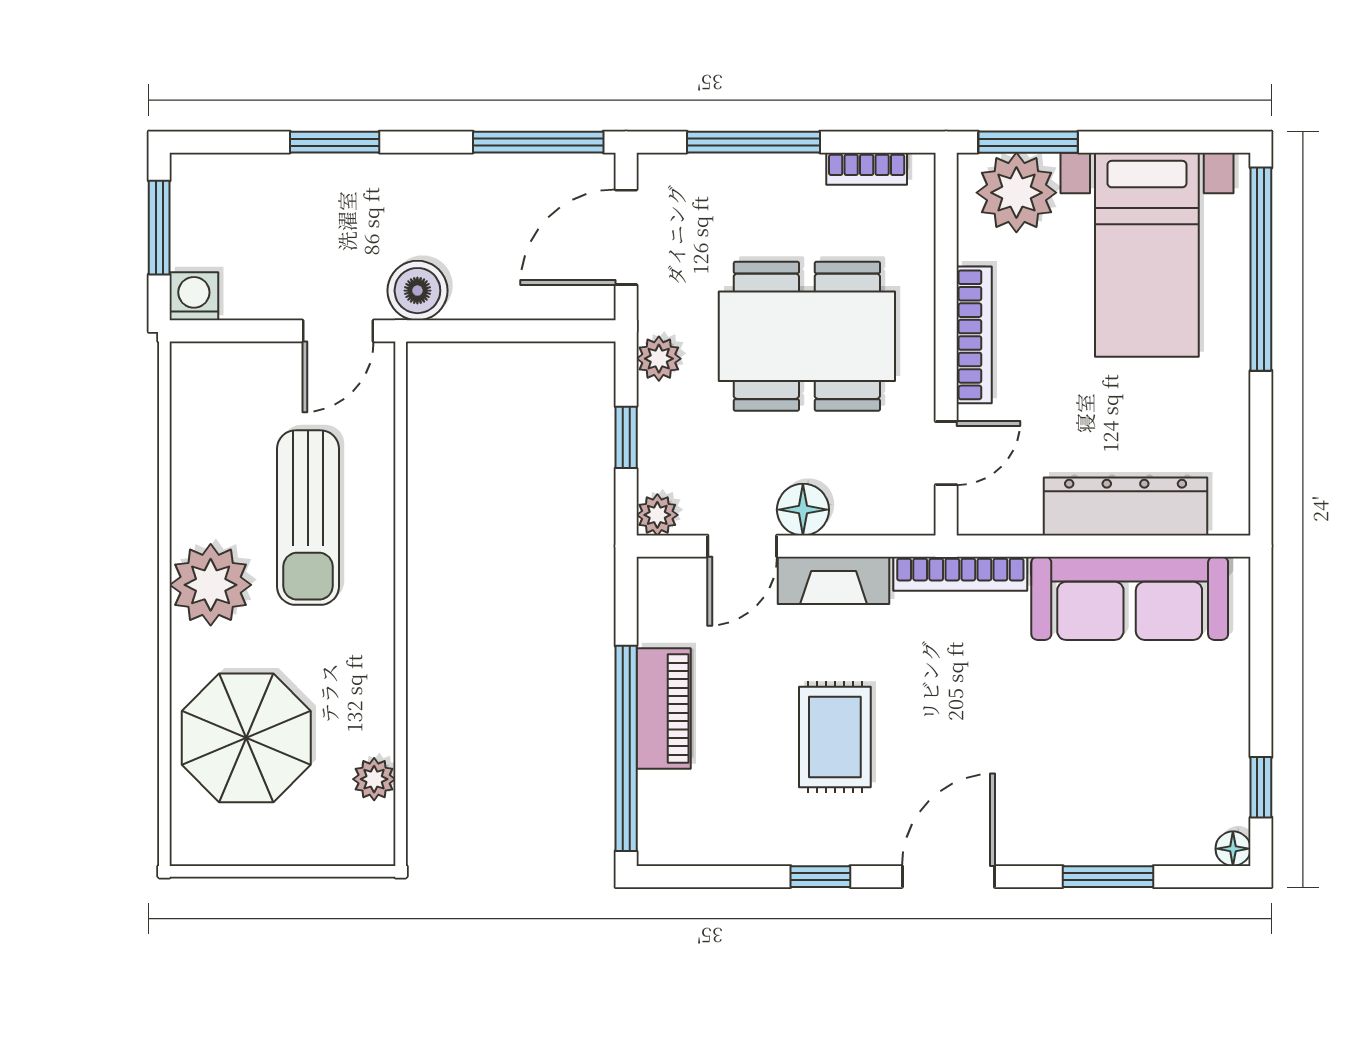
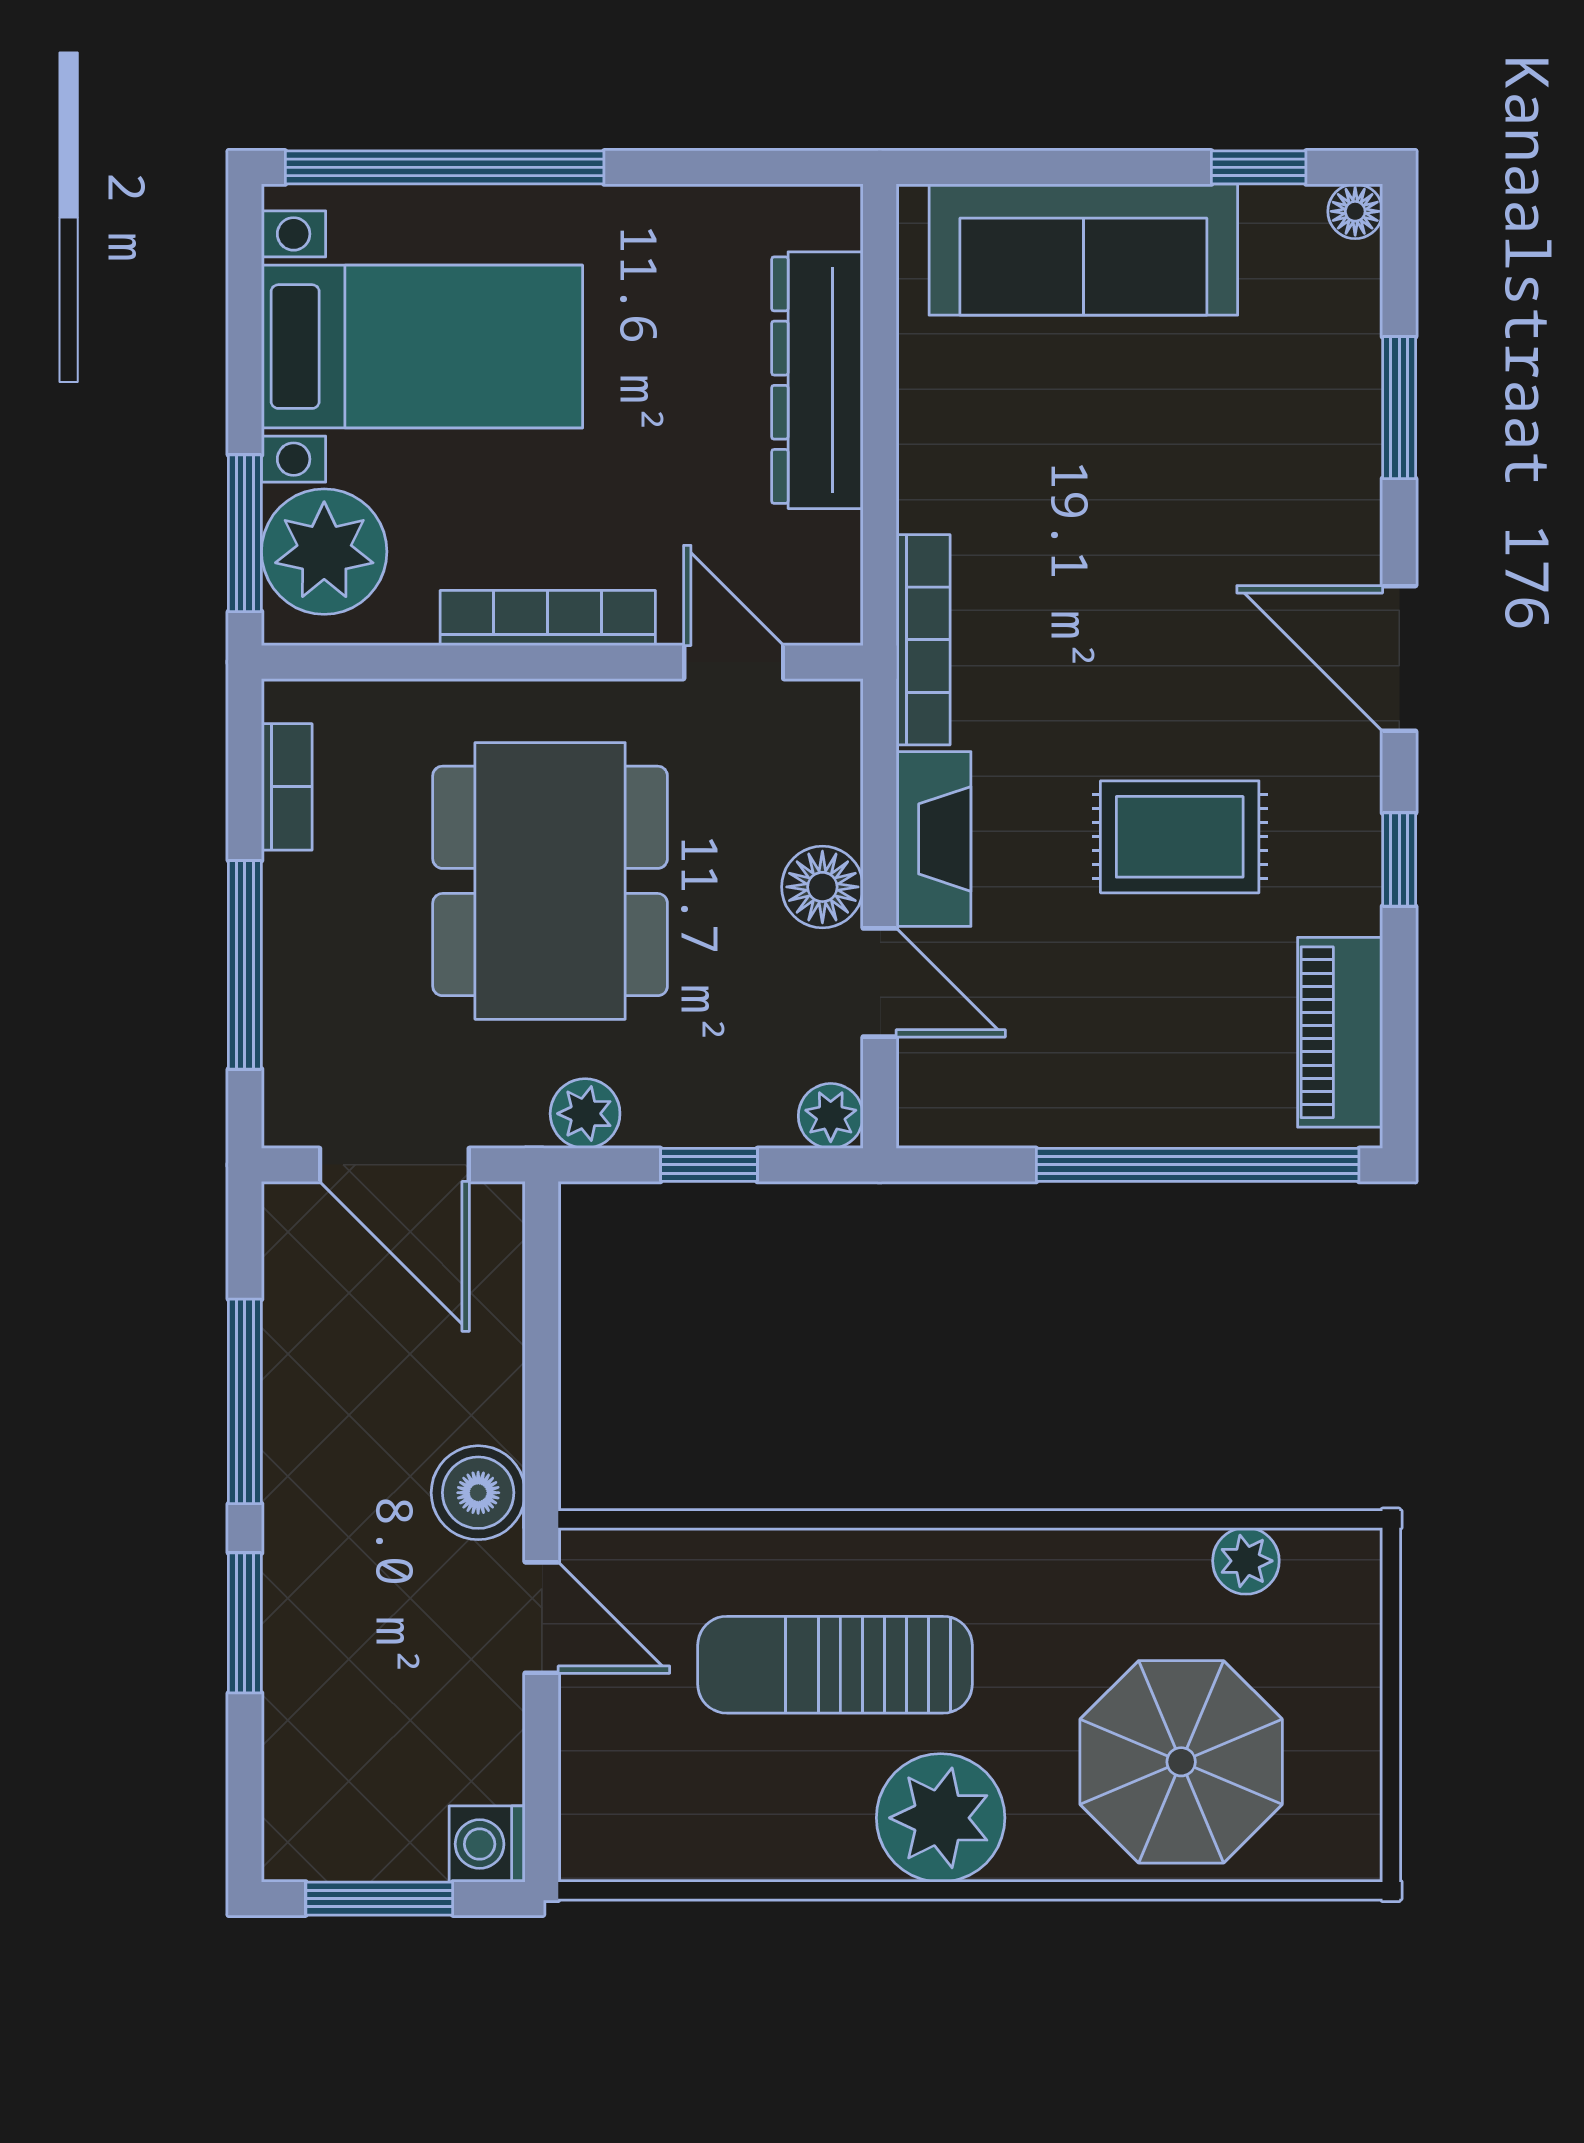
window: (538, 142) -> (245, 1401), moved
sun lounger: (308, 518) -> (835, 1665), turned 180
sofa: (1130, 598) -> (1083, 250), moved, turned 90
piano: (664, 709) -> (1340, 1032), moved, turned -90

